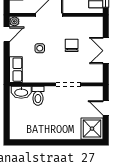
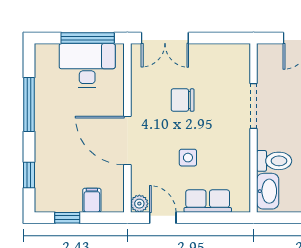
double door: (106, 51) -> (165, 38), moved
row of seats: (16, 70) -> (208, 201), moved

